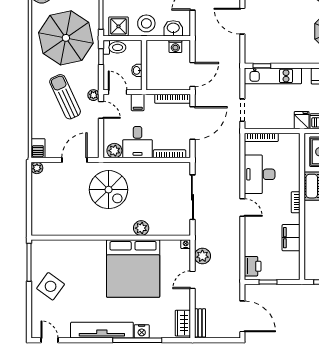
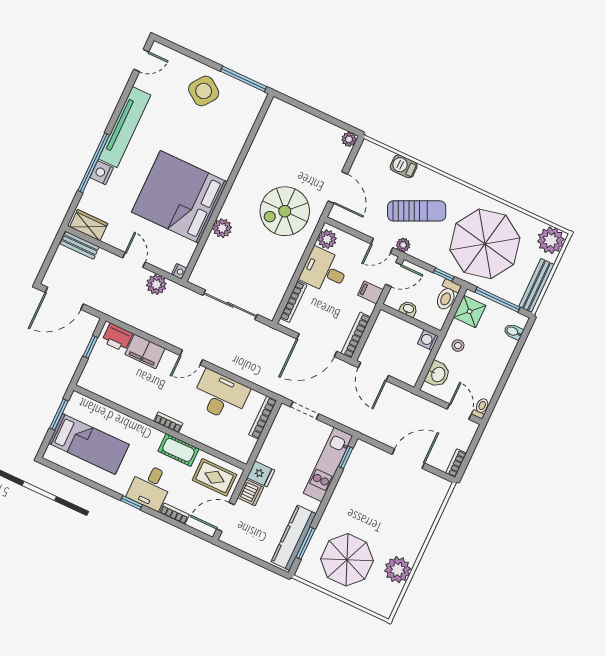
stool: (146, 23) -> (458, 346), width x0.53, depth x0.53
washing machine: (175, 46) -> (428, 340), moved
door: (192, 123) -> (317, 345), hinge flipped
barbecue: (38, 148) -> (404, 166), moved
filing cabinet: (291, 238) -> (145, 351), moved, turned 180

